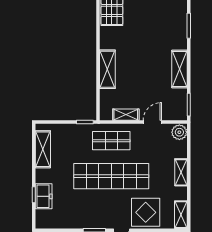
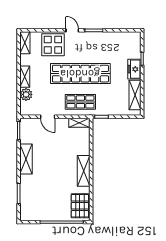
shelving: (107, 69) -> (84, 171), moved
shelving: (126, 115) -> (79, 123), moved
door: (152, 122) -> (48, 117), hinge flipped
plant: (179, 132) -> (26, 94), moved
freezer: (44, 196) -> (134, 69), moved

